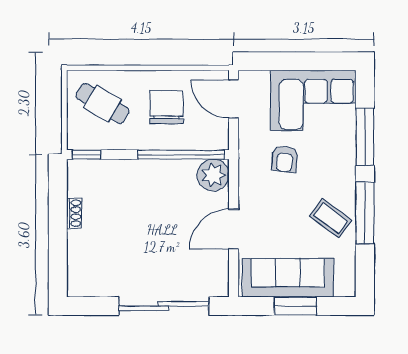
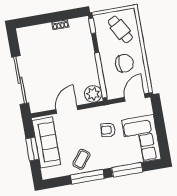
cafe table: (103, 104) -> (120, 29), turned -60
door: (234, 229) -> (67, 110), hinge flipped

